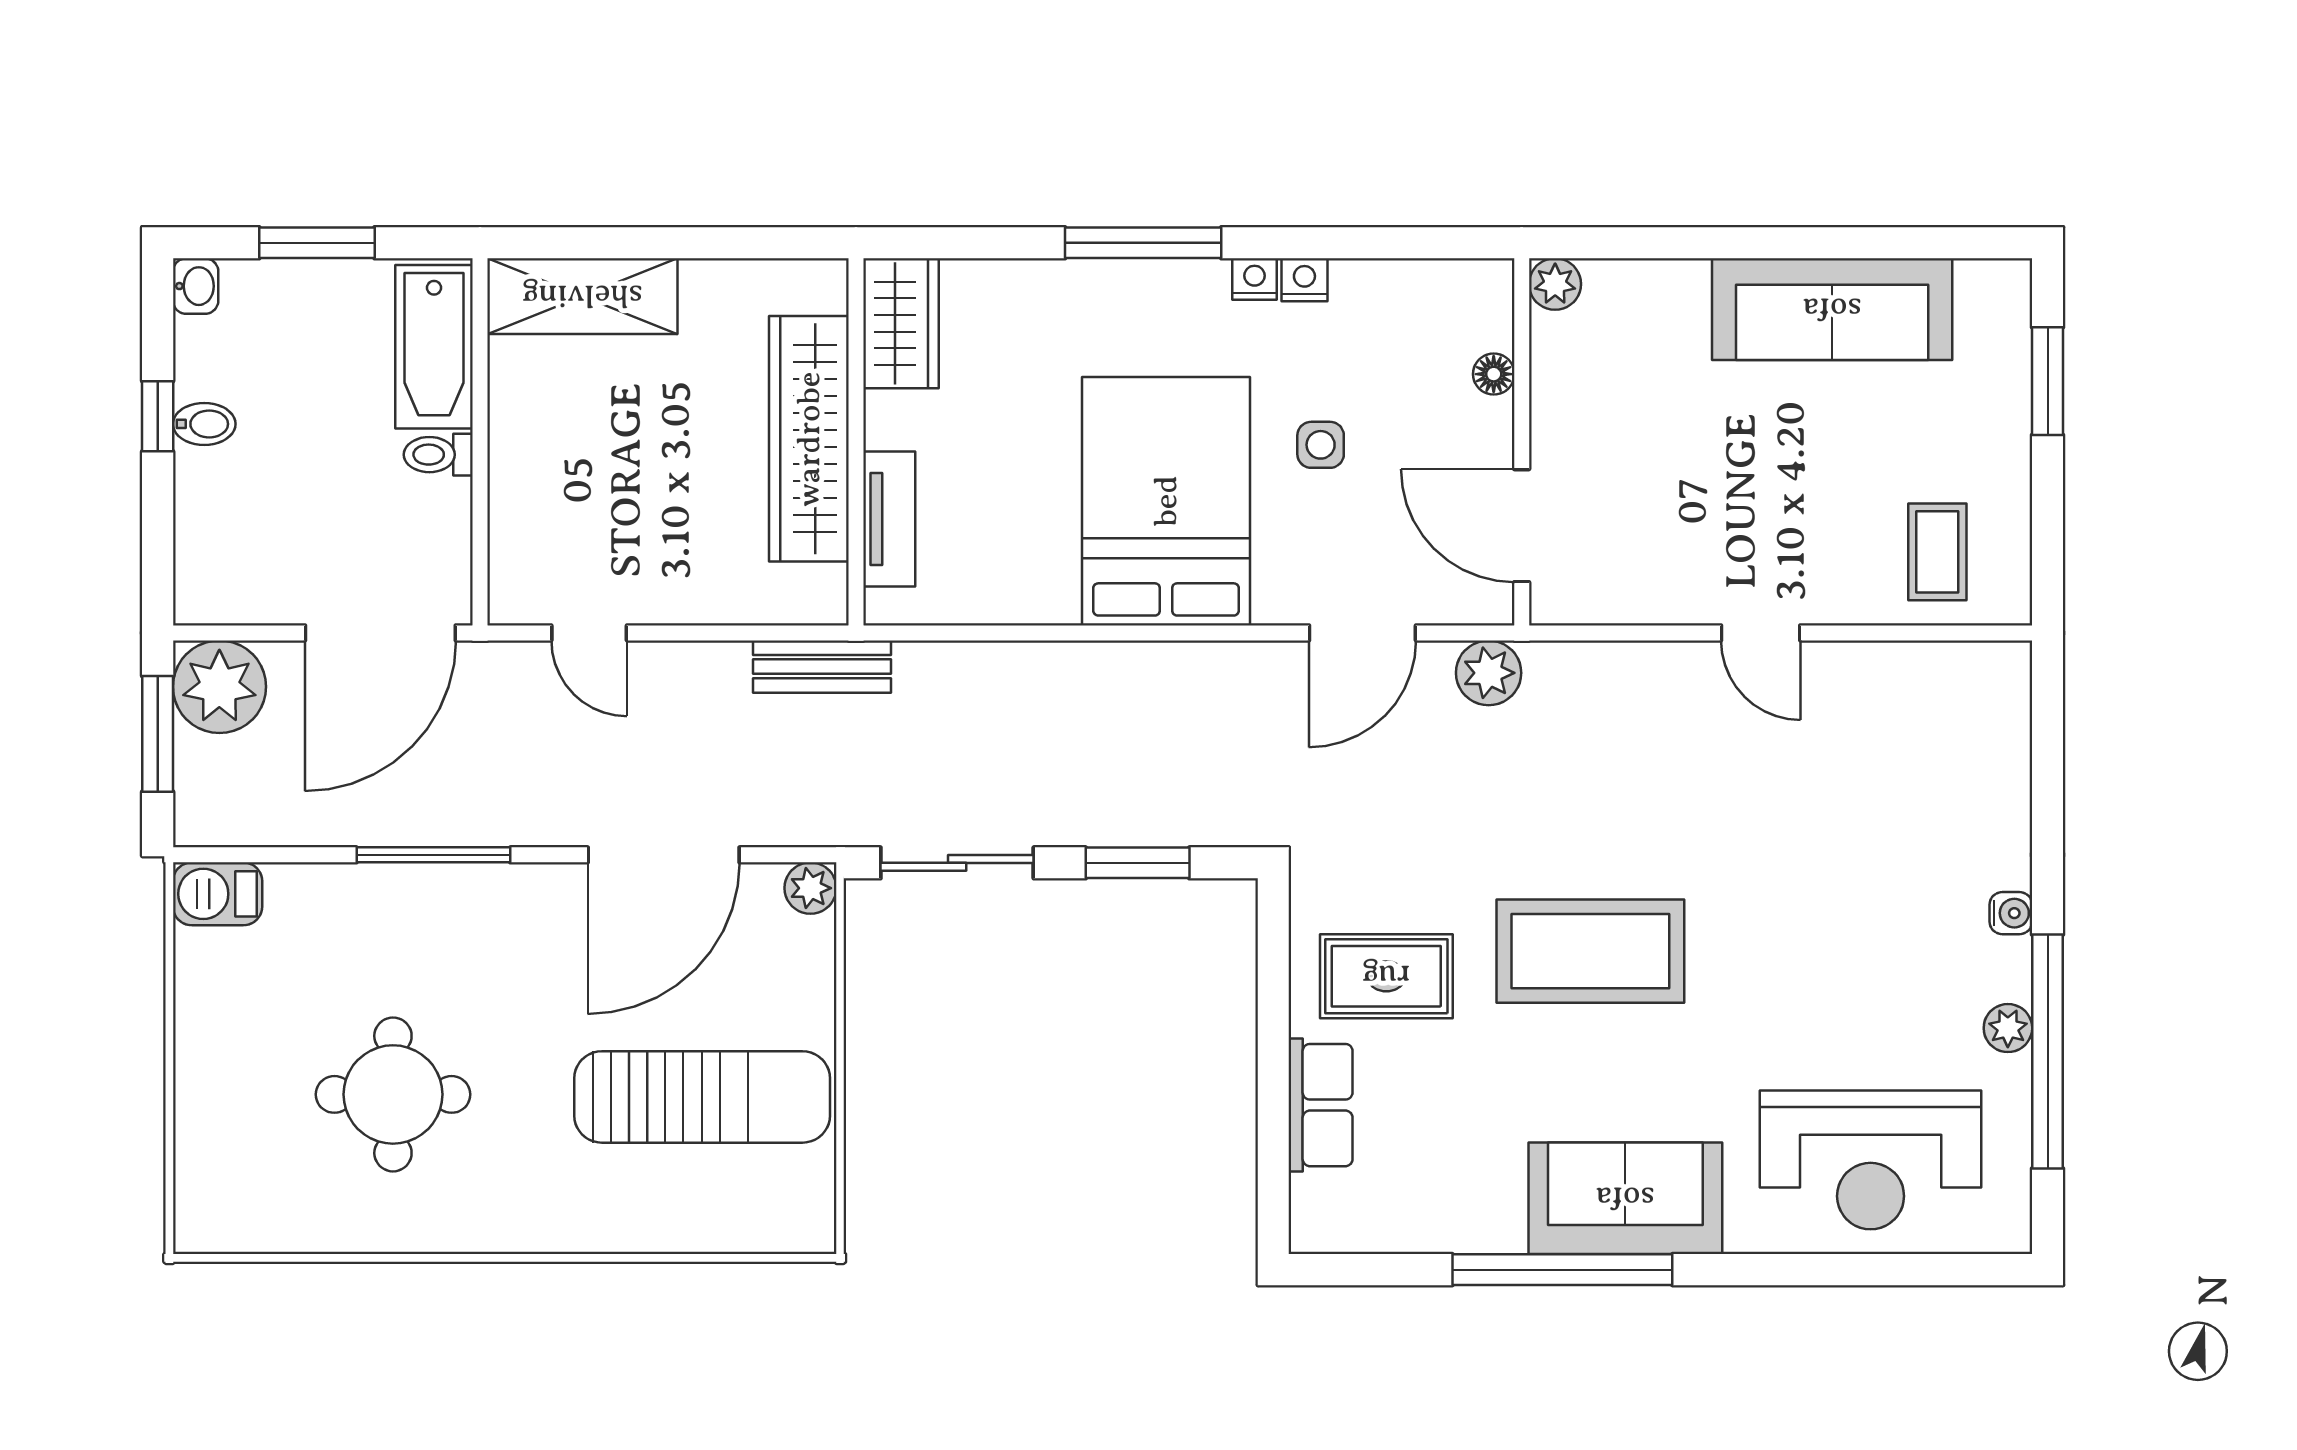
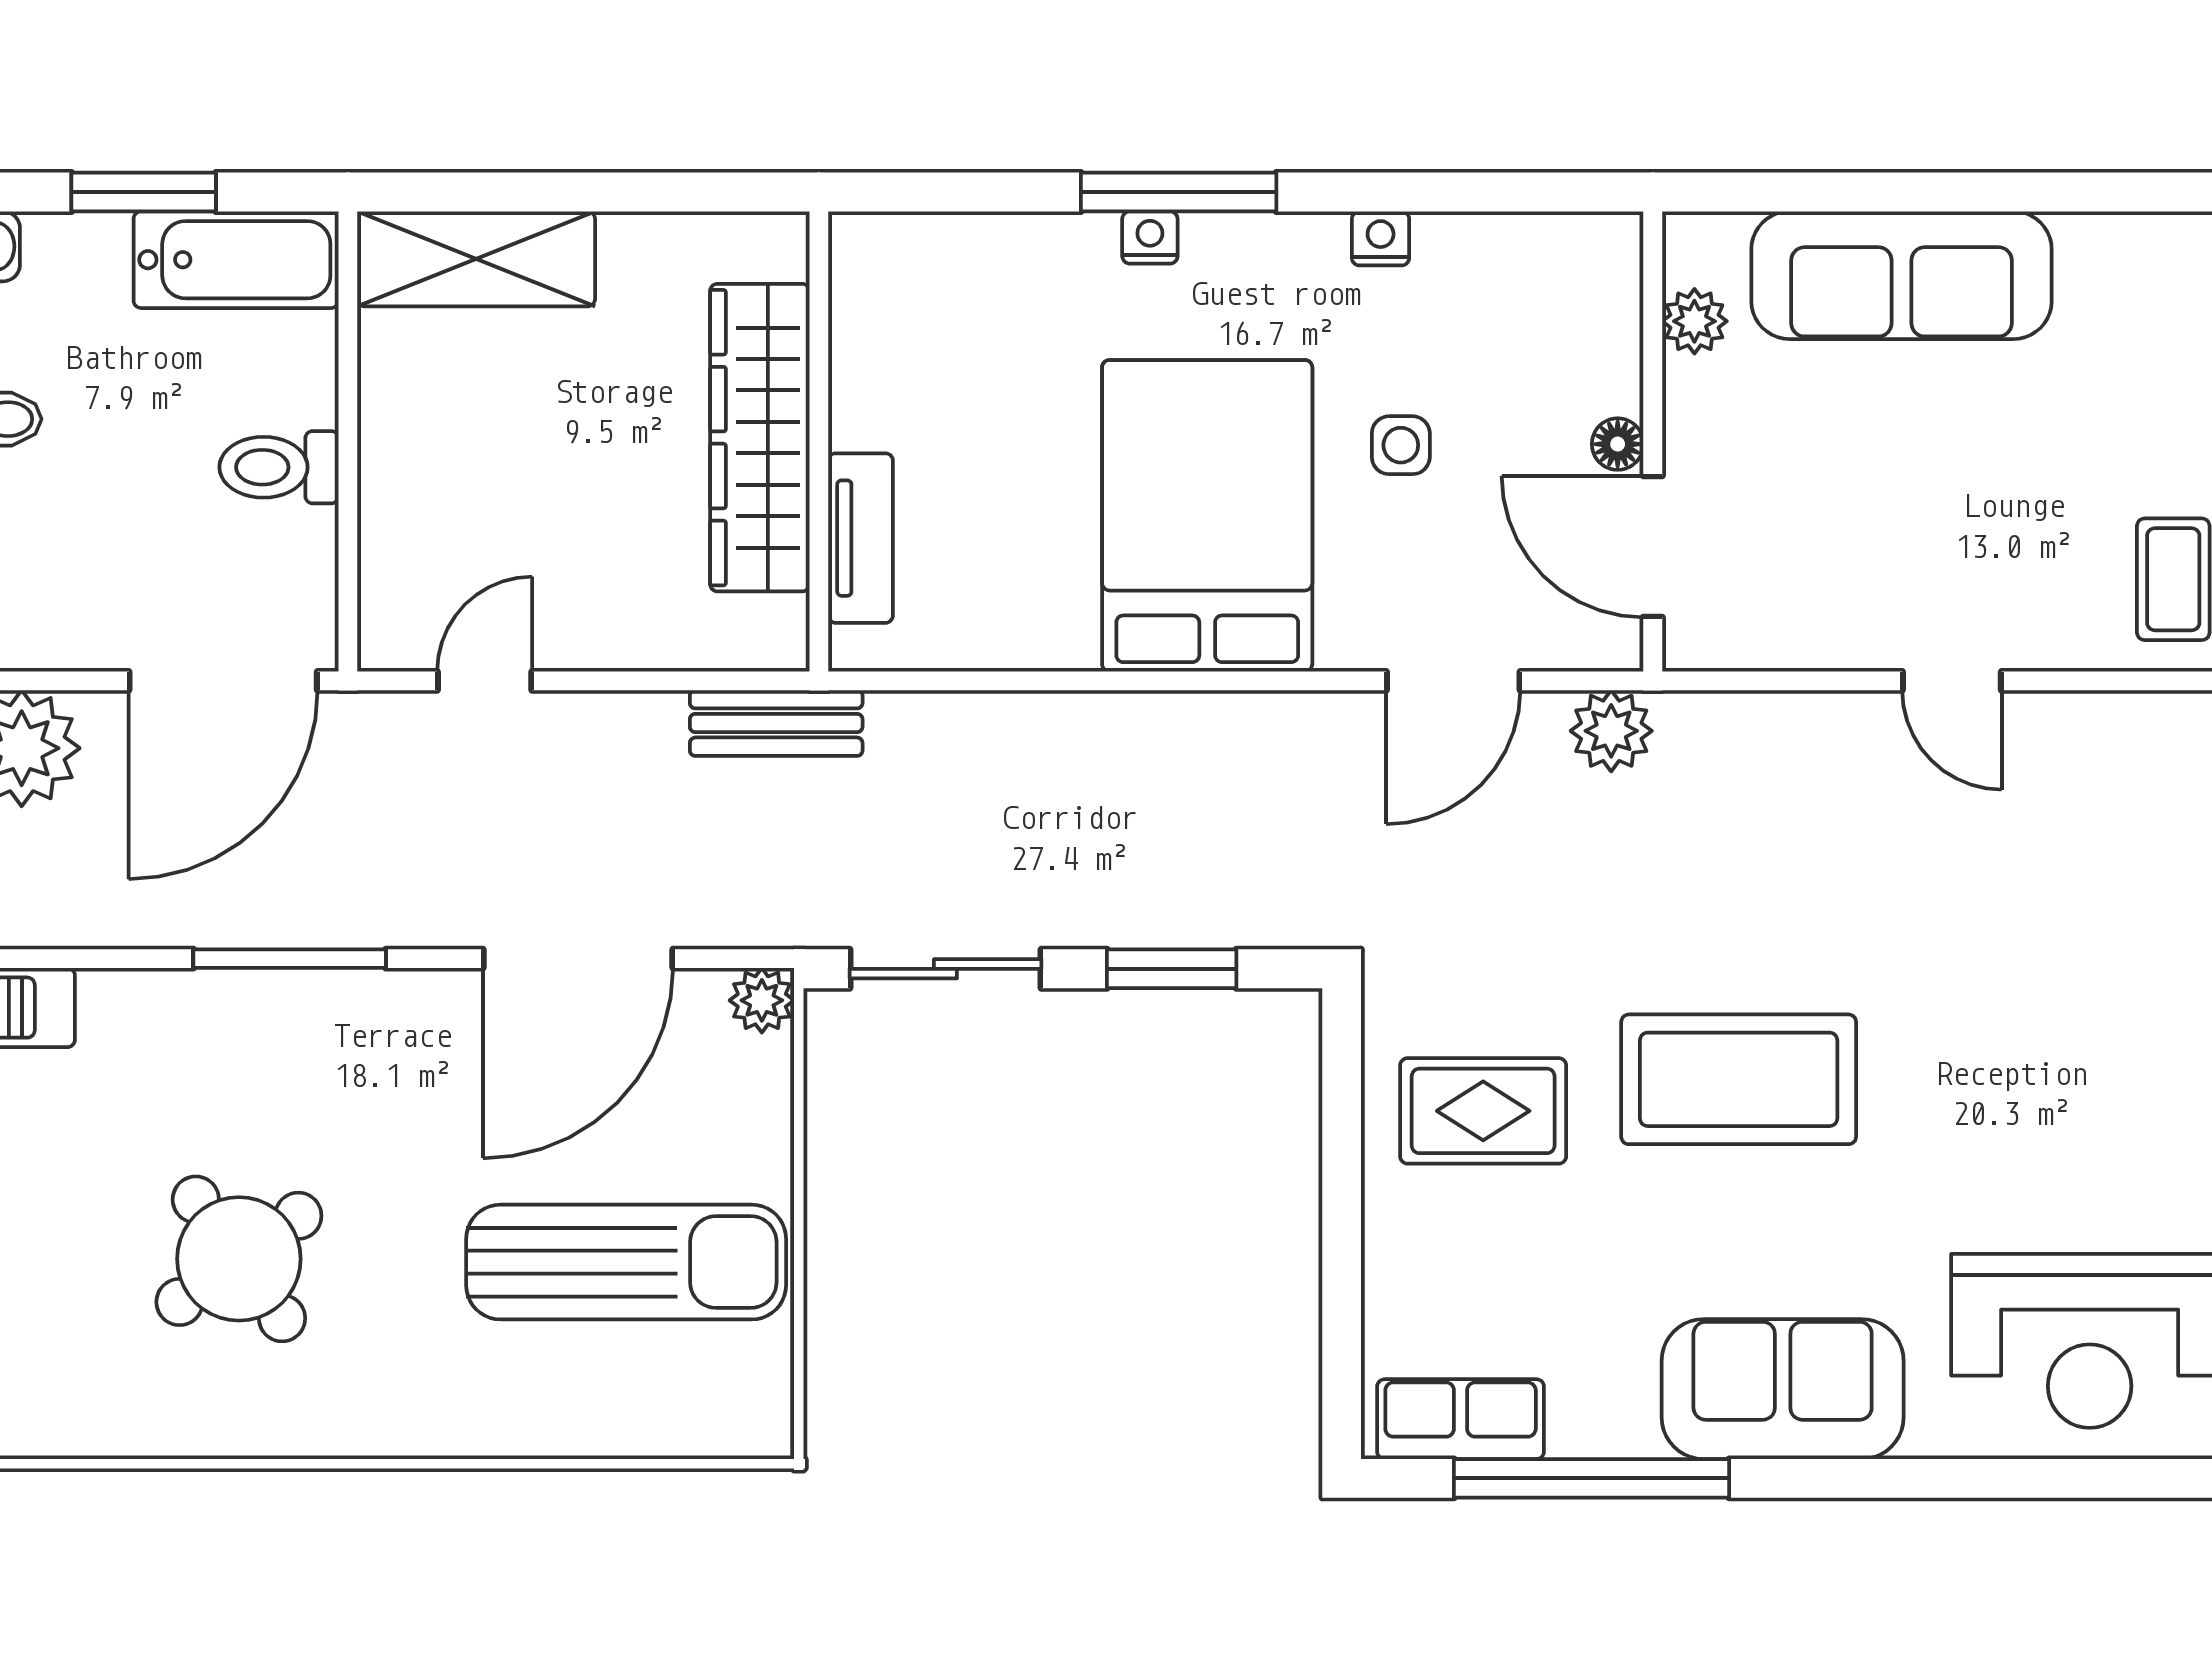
nightstand: (1254, 279) -> (1150, 237), moved
plant: (1555, 284) -> (1694, 321), moved
sofa: (1832, 309) -> (1901, 275), moved
wardrobe: (901, 323) -> (875, 293), removed
bathtub: (434, 347) -> (236, 260), moved, turned -90
floor lamp: (1494, 374) -> (1618, 444), moved
toilet: (438, 455) -> (279, 467), width x1.37, depth x1.39
door: (589, 633) -> (485, 681), swing flipped
round table: (393, 1094) -> (239, 1259), turned -36
row of seats: (1321, 1105) -> (1461, 1419), moved, turned -90
window: (1562, 1270) -> (1592, 1478), moved

